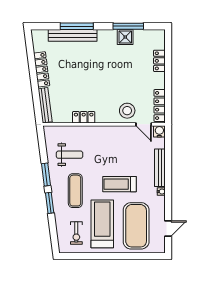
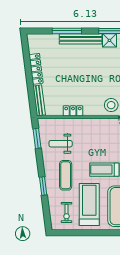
bench: (73, 35) -> (81, 39), moved
weight bench: (70, 155) -> (61, 144), turned 180
window: (46, 174) -> (37, 138), moved

